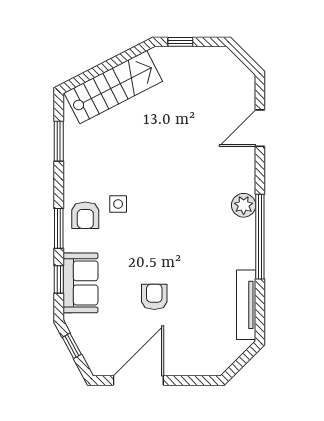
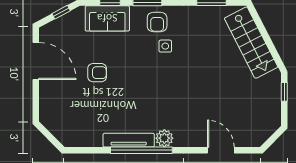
armchair: (85, 215) -> (157, 22), turned -90
tv unit: (246, 305) -> (129, 140), moved

